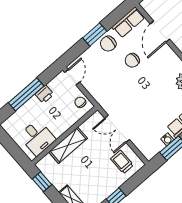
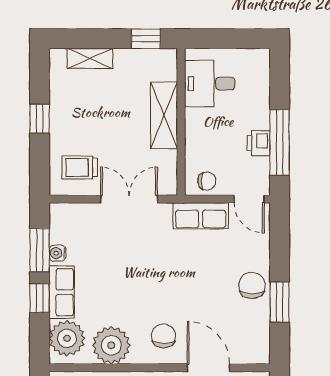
row of seats: (128, 22) -> (201, 216), moved, turned -90
window: (95, 35) -> (280, 302), moved
chair: (132, 60) -> (163, 336), moved
window: (26, 94) -> (280, 142), moved
trolley: (122, 162) -> (80, 167), turned 180

